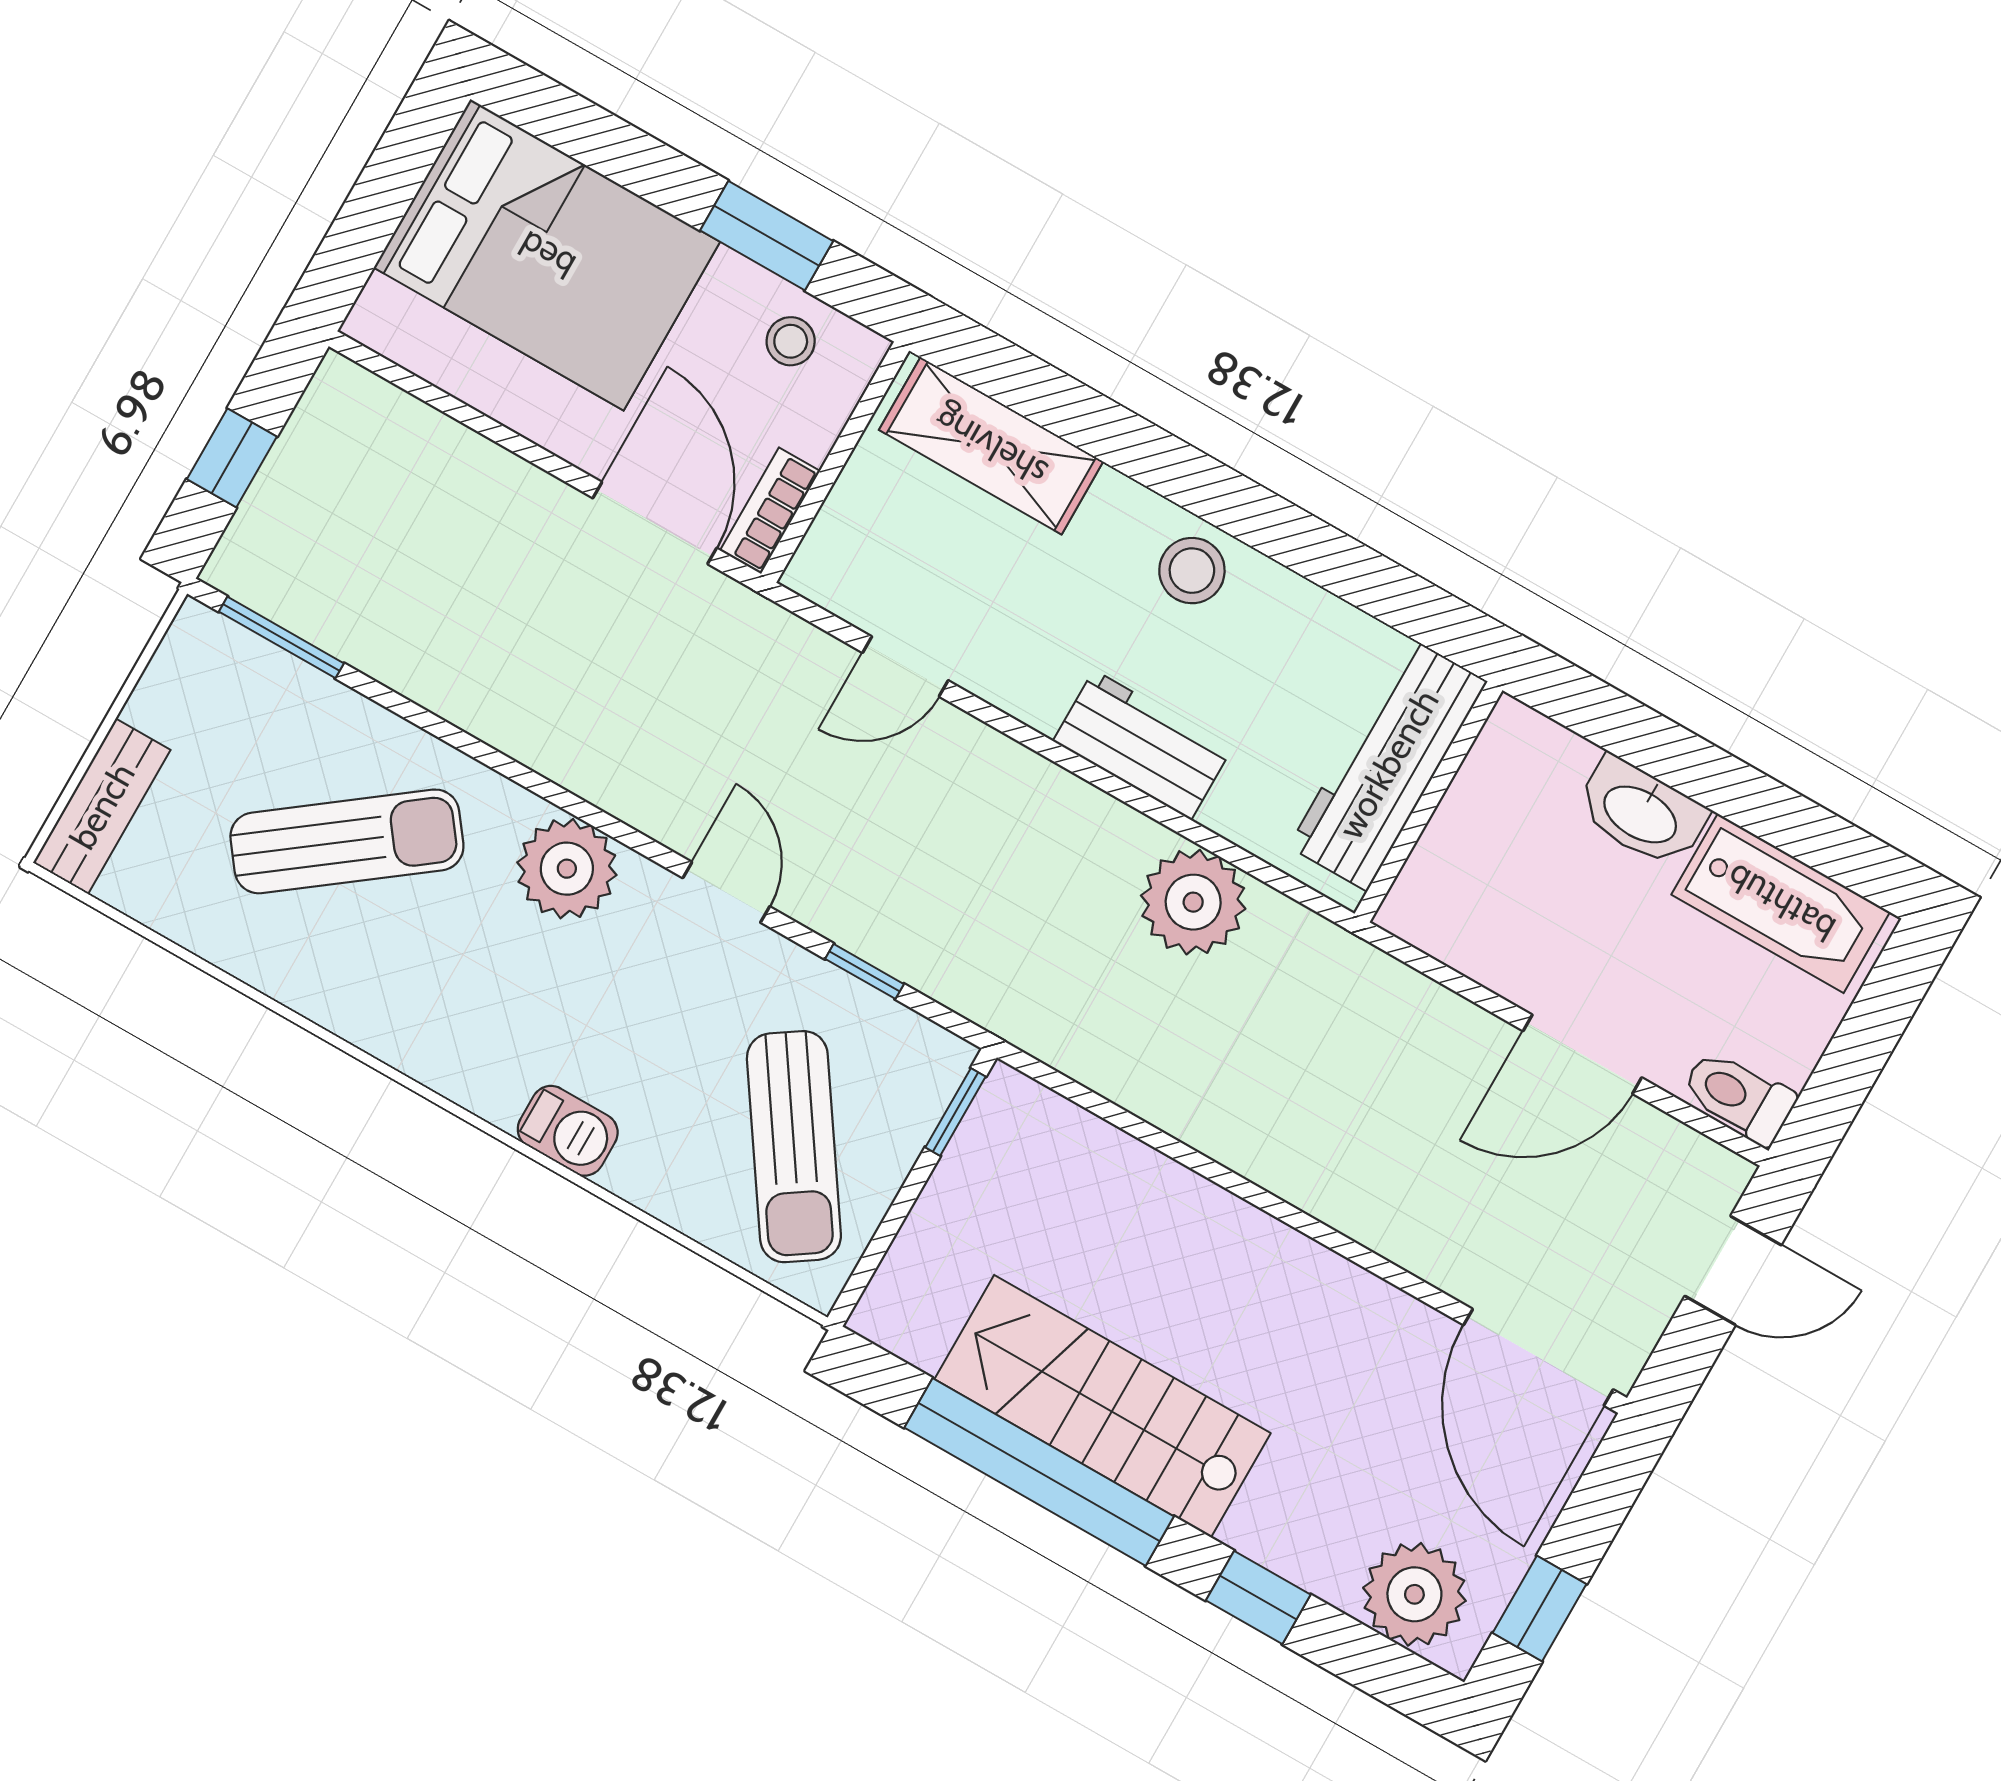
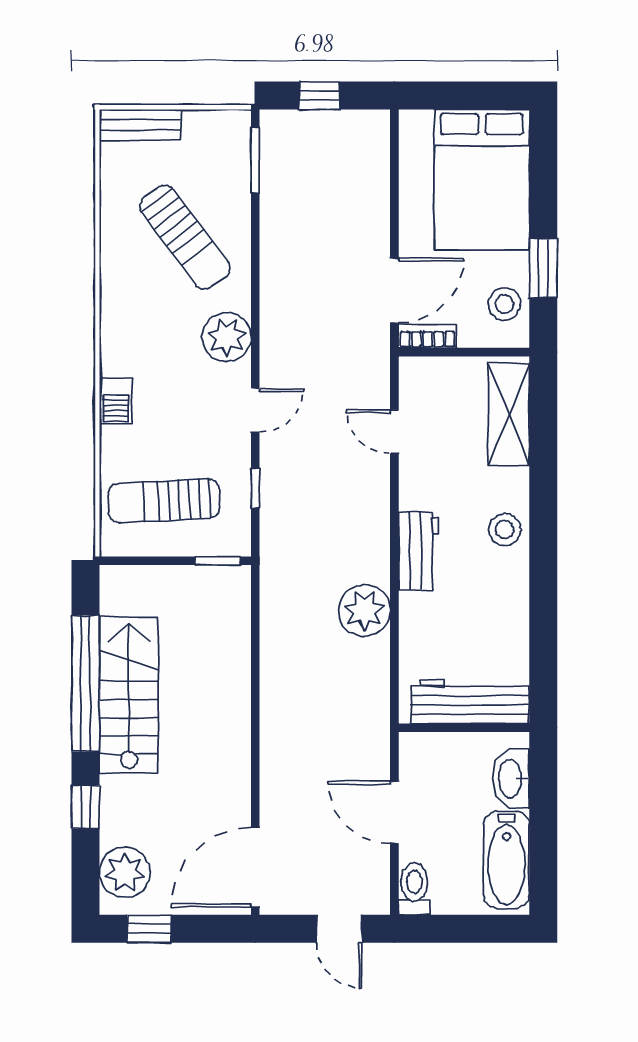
stool: (791, 341) -> (504, 304), width x1.37, depth x1.37
workbench: (1388, 764) -> (470, 701), moved
wall: (1428, 802) -> (464, 728), moved
sun lounger: (794, 1147) -> (164, 501), turned 31

